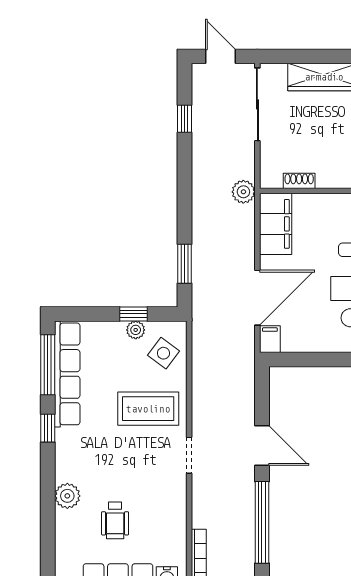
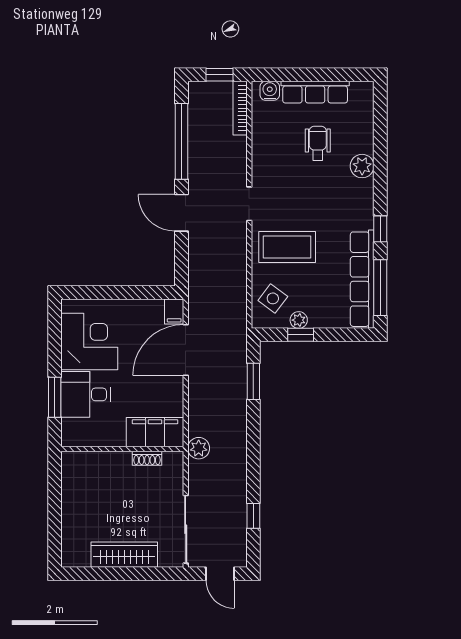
filing cabinet: (276, 224) -> (155, 432), moved, turned 90

